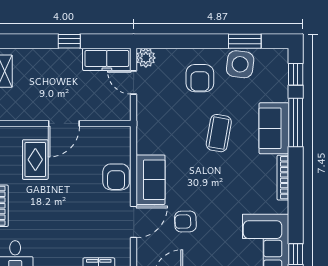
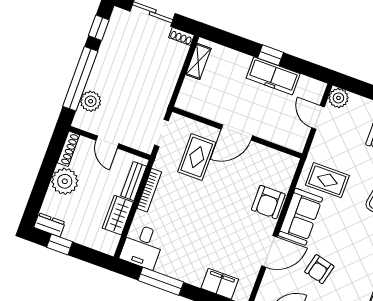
freezer: (107, 59) -> (273, 76), moved
rug: (163, 137) -> (327, 180), added
armchair: (185, 222) -> (319, 269), turned -74

